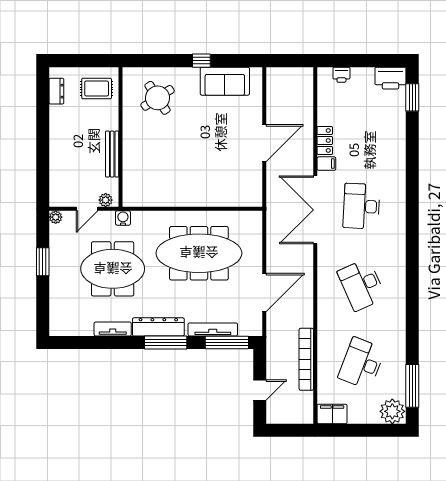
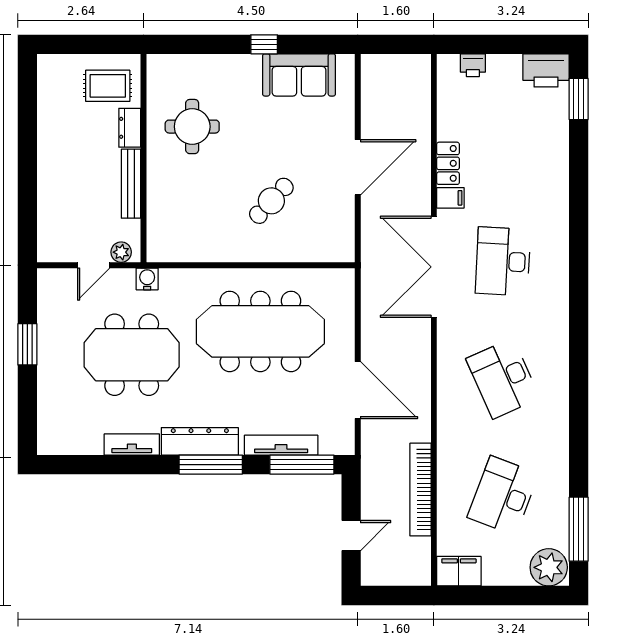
dresser: (56, 91) -> (130, 128), moved, turned 180
round table: (158, 98) -> (192, 127), moved, turned 33
cafe table: (206, 166) -> (271, 201), added
plant: (56, 217) -> (47, 278), removed
door: (264, 293) -> (358, 390), hinge flipped

